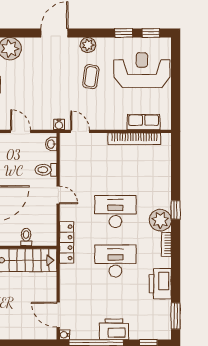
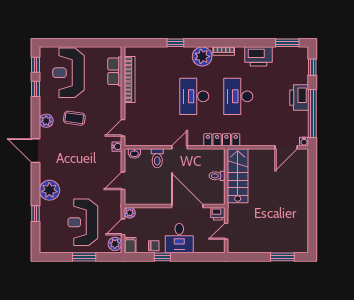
window: (176, 210) -> (175, 43), moved

